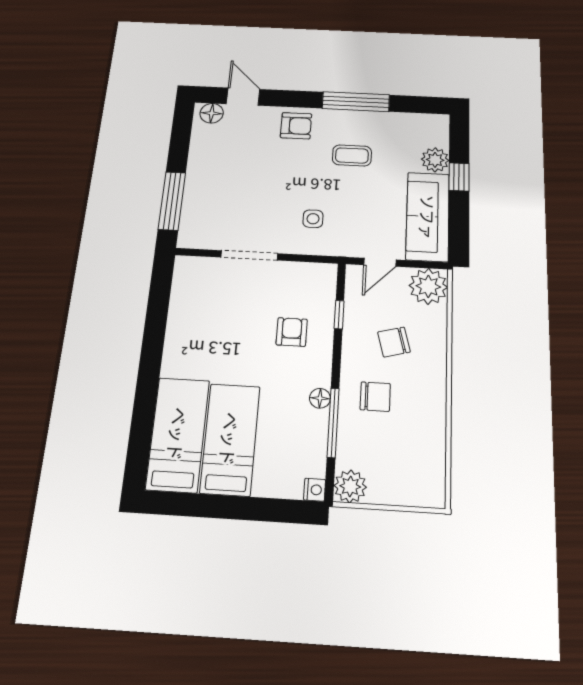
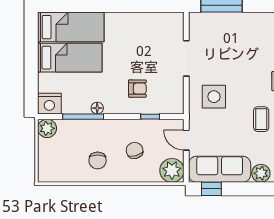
window: (459, 177) -> (211, 189), moved
side table: (313, 219) -> (214, 97), width x1.87, depth x1.87
chair: (375, 397) -> (98, 160), moved
nightstand: (315, 490) -> (49, 104), width x1.89, depth x1.79

